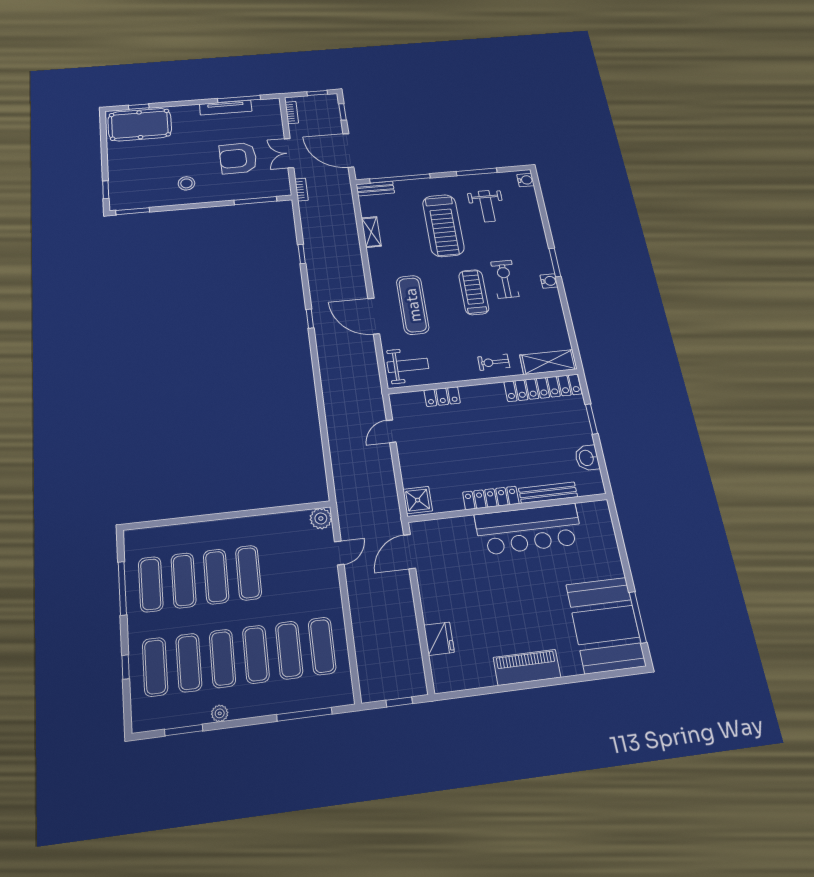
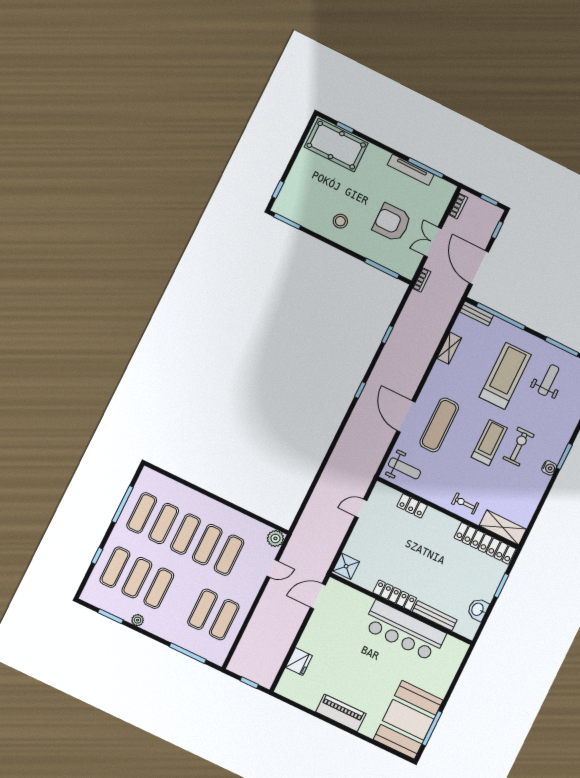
weight bench: (487, 206) -> (548, 380), turned 180
treadmill: (443, 225) -> (505, 376), turned 180
exercise mat: (256, 654) -> (229, 555), moved

